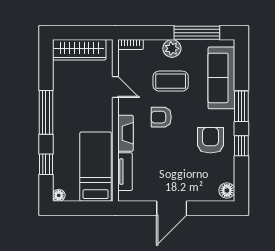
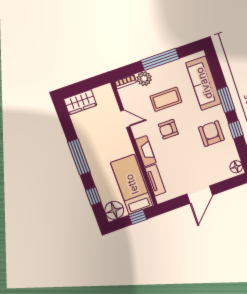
window: (197, 33) -> (160, 59), moved
plant: (172, 48) -> (144, 79), moved
wardrobe: (79, 50) -> (80, 102), width x0.67
floor lamp: (59, 195) -> (114, 210), width x1.89, depth x1.89
window: (89, 208) -> (138, 217), added

